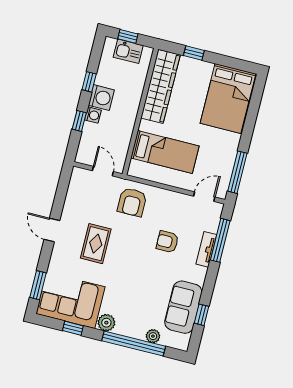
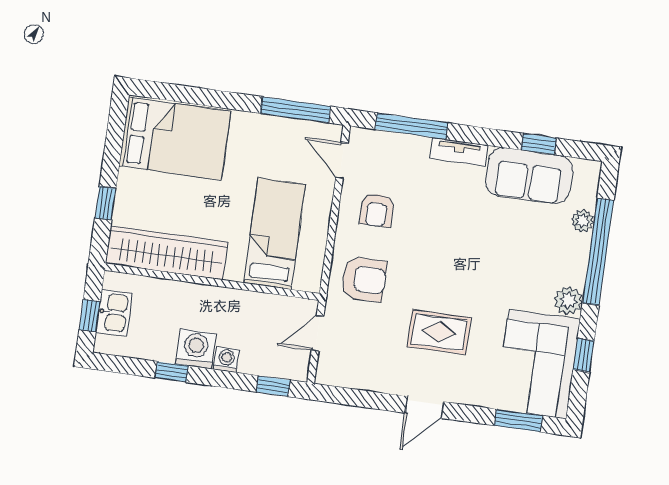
window: (79, 121) -> (273, 386), moved
armchair: (167, 242) -> (377, 210), moved
tv unit: (206, 249) -> (459, 152), moved

